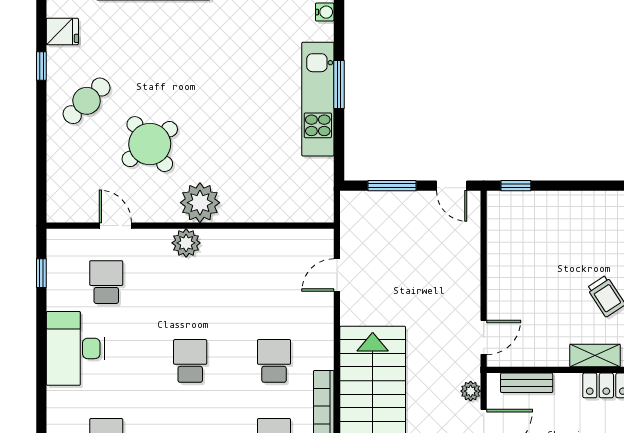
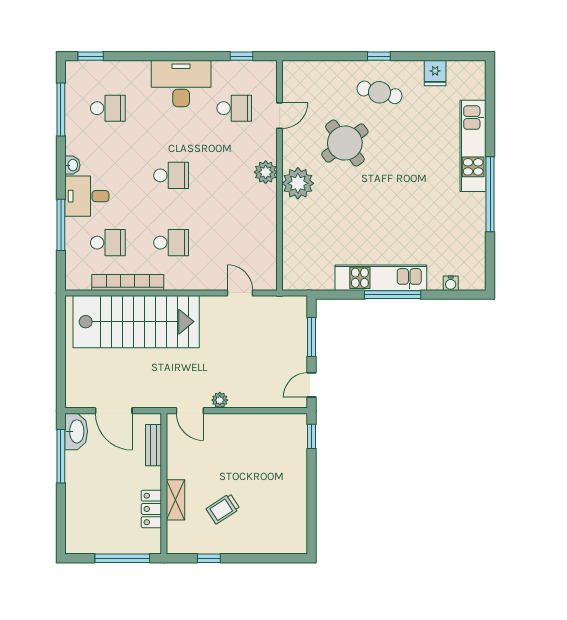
window: (41, 66) -> (379, 56), moved
window: (339, 84) -> (393, 295), width x1.44
cafe table: (87, 101) -> (380, 92), turned -32
plant: (471, 391) -> (220, 400), moved

